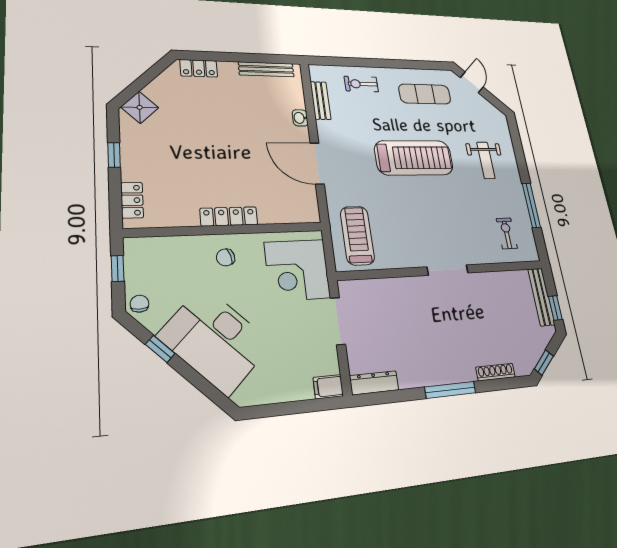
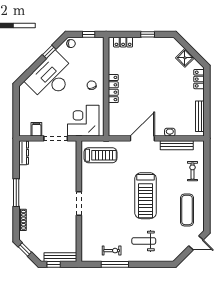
bench: (320, 101) -> (177, 145), width x1.36
shower: (140, 107) -> (185, 58), moved
exercise bike: (507, 233) -> (112, 251), moved
filing cabinet: (328, 387) -> (36, 129), moved

